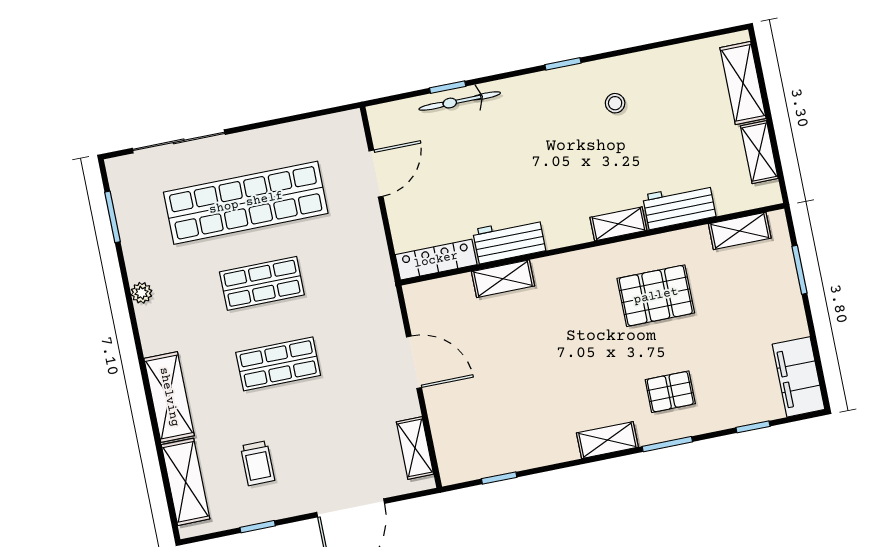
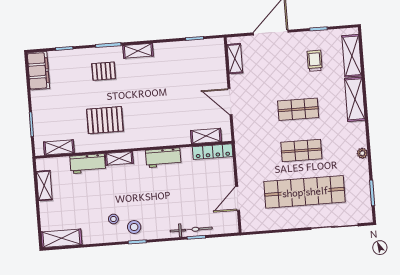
shelving: (743, 83) -> (61, 238), moved, turned 90
stool: (572, 92) -> (134, 227), added
workbench: (509, 240) -> (163, 158), moved
shelving: (503, 279) -> (206, 136), moved

